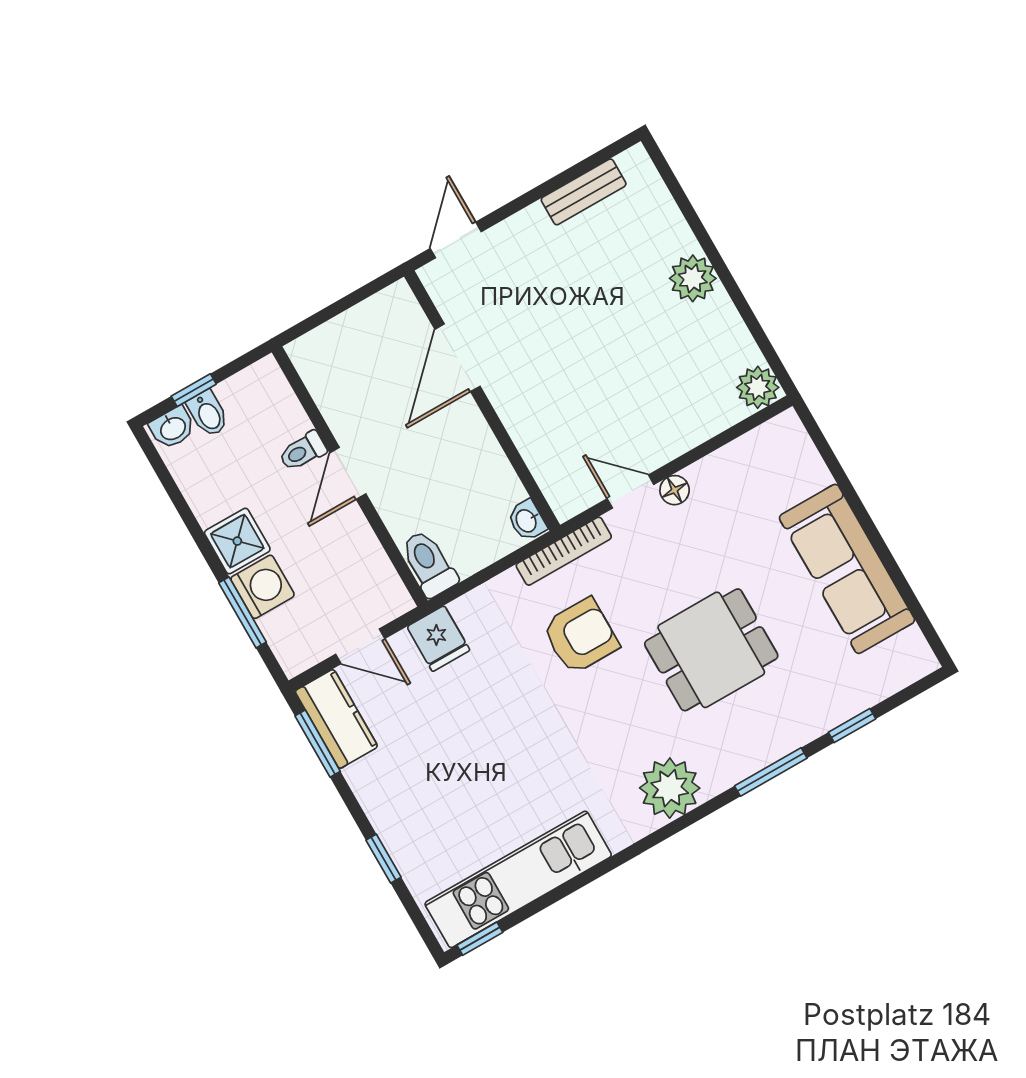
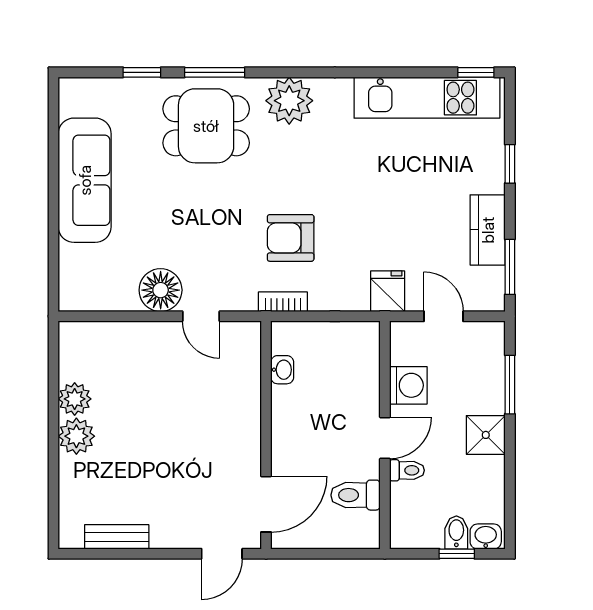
door: (457, 358) -> (266, 504), moved
plant: (758, 387) -> (75, 399), moved
floor lamp: (675, 490) -> (161, 290), width x1.89, depth x1.89
washbasin: (527, 520) -> (282, 370), moved
bookcase: (564, 551) -> (283, 302), width x0.64
toilet: (429, 564) -> (355, 495), moved, turned 90
washing machine: (263, 587) -> (408, 385), moved, turned 180
dining table: (711, 650) -> (206, 126), moved
kitchen counter: (336, 719) -> (488, 230), moved

